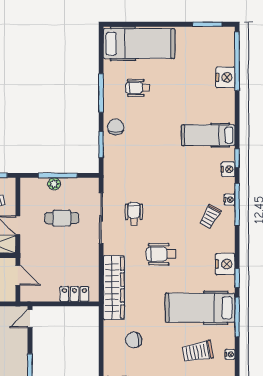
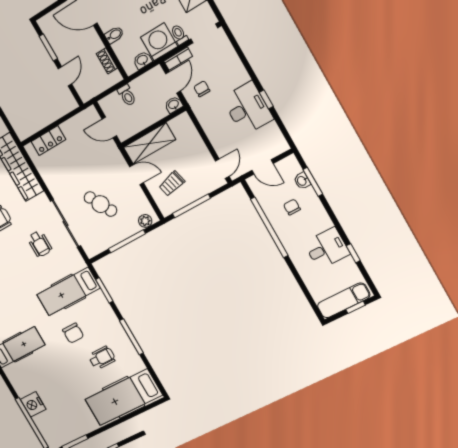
chair: (116, 127) -> (73, 333), moved
hospital bed: (133, 160) -> (68, 291), added
plant: (54, 184) -> (145, 221), moved
cafe table: (62, 218) -> (100, 204), turned 61
door: (30, 319) -> (65, 76), moved

